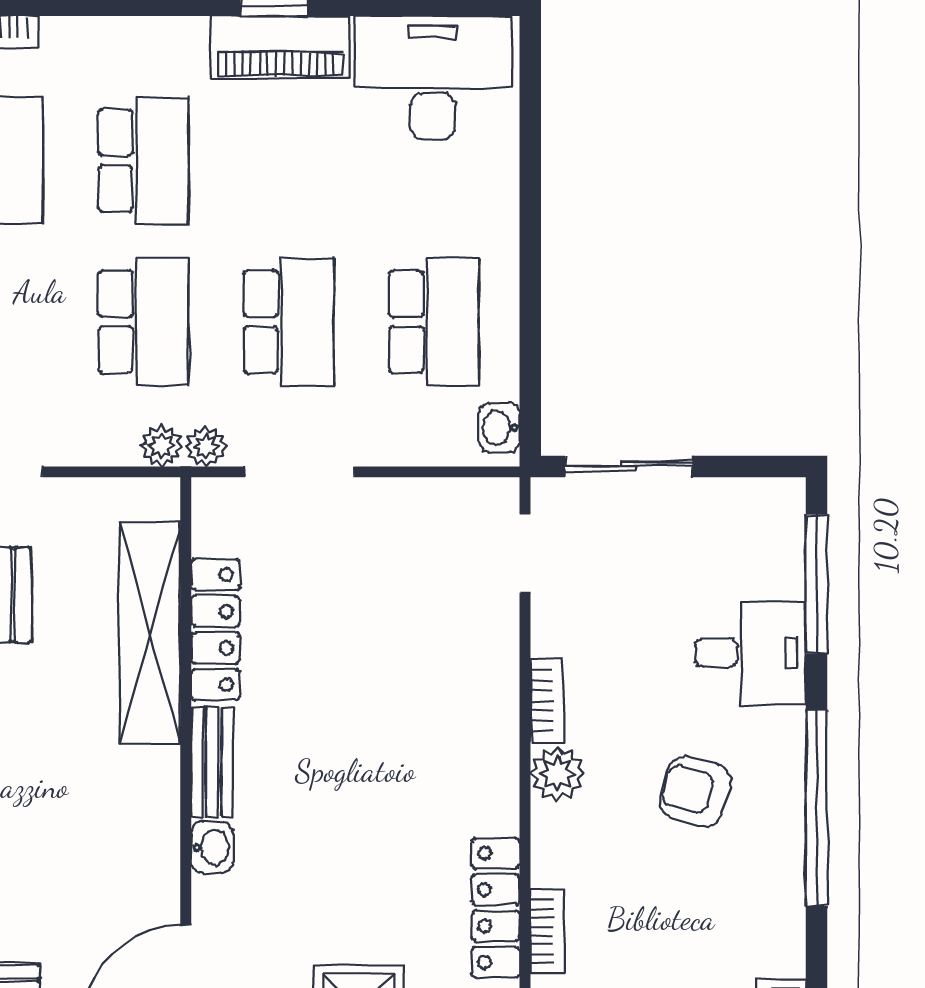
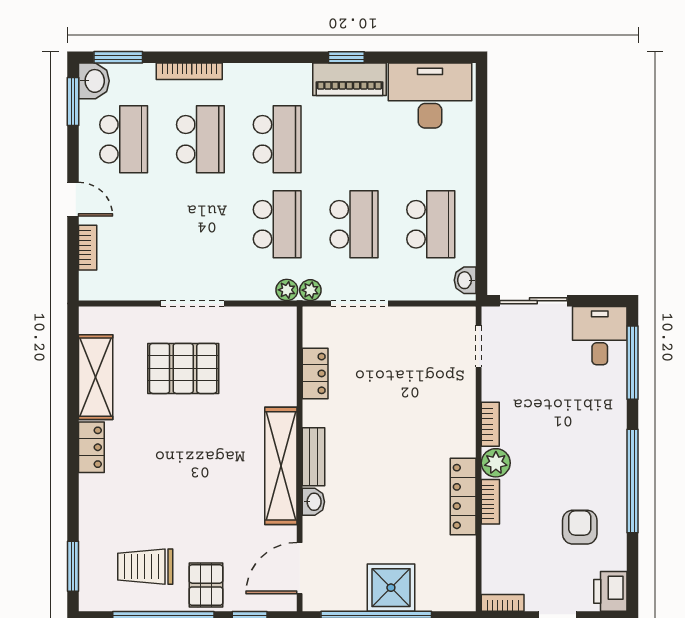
locker: (215, 630) -> (315, 373), width x0.66
shelving: (150, 633) -> (281, 466), moved
desk: (750, 653) -> (600, 336), moved, turned -90
armchair: (695, 791) -> (580, 527), moved, turned 74
locker: (496, 908) -> (463, 496), moved
bookcase: (547, 931) -> (490, 502), moved

